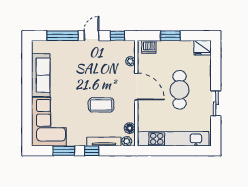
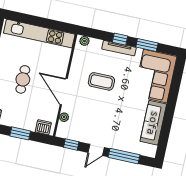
cafe table: (180, 90) -> (23, 79), width x0.73, depth x0.74
floor lamp: (130, 128) -> (79, 53), removed
tv unit: (104, 142) -> (119, 48), moved

